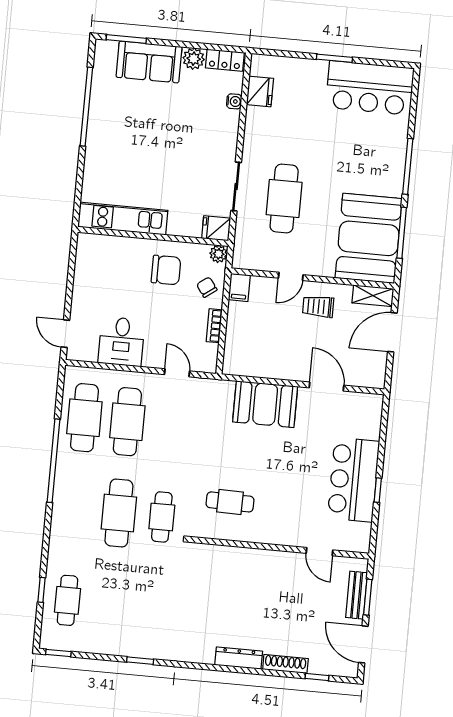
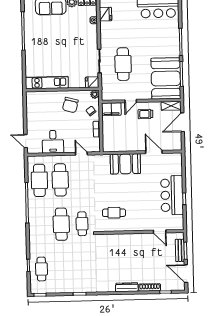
chair: (166, 270) -> (70, 105), turned 105
filing cabinet: (239, 287) -> (111, 109), width x2.00

